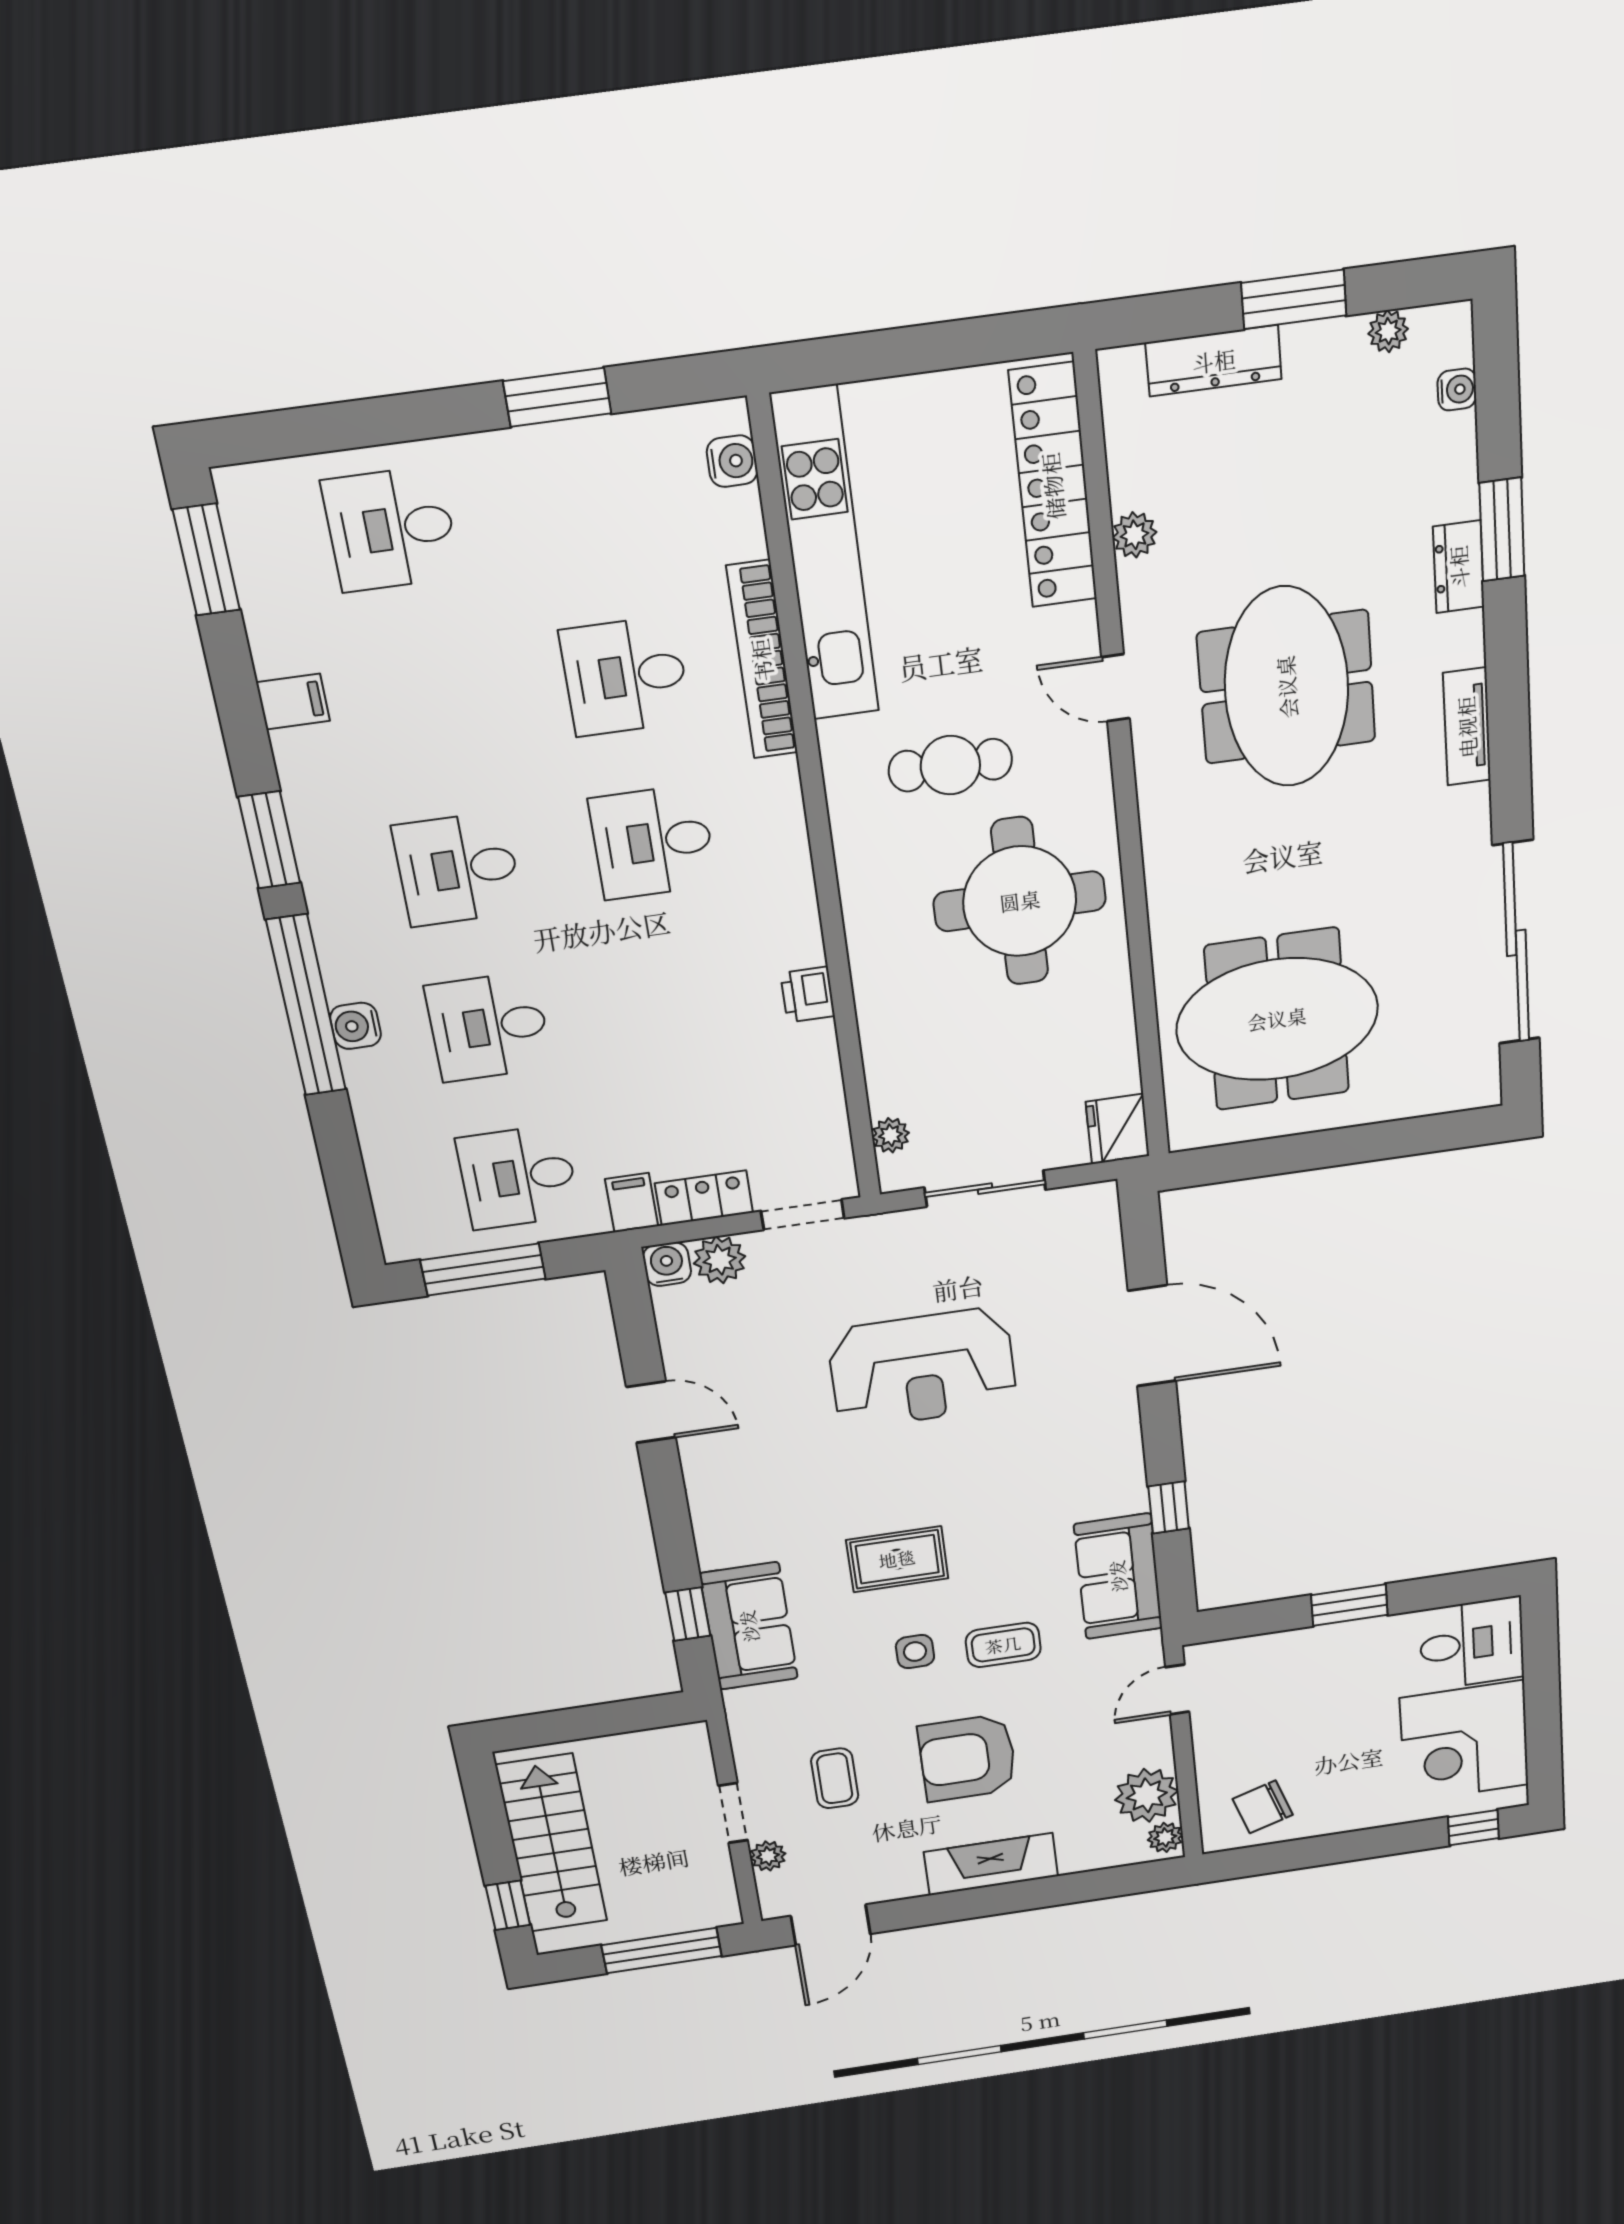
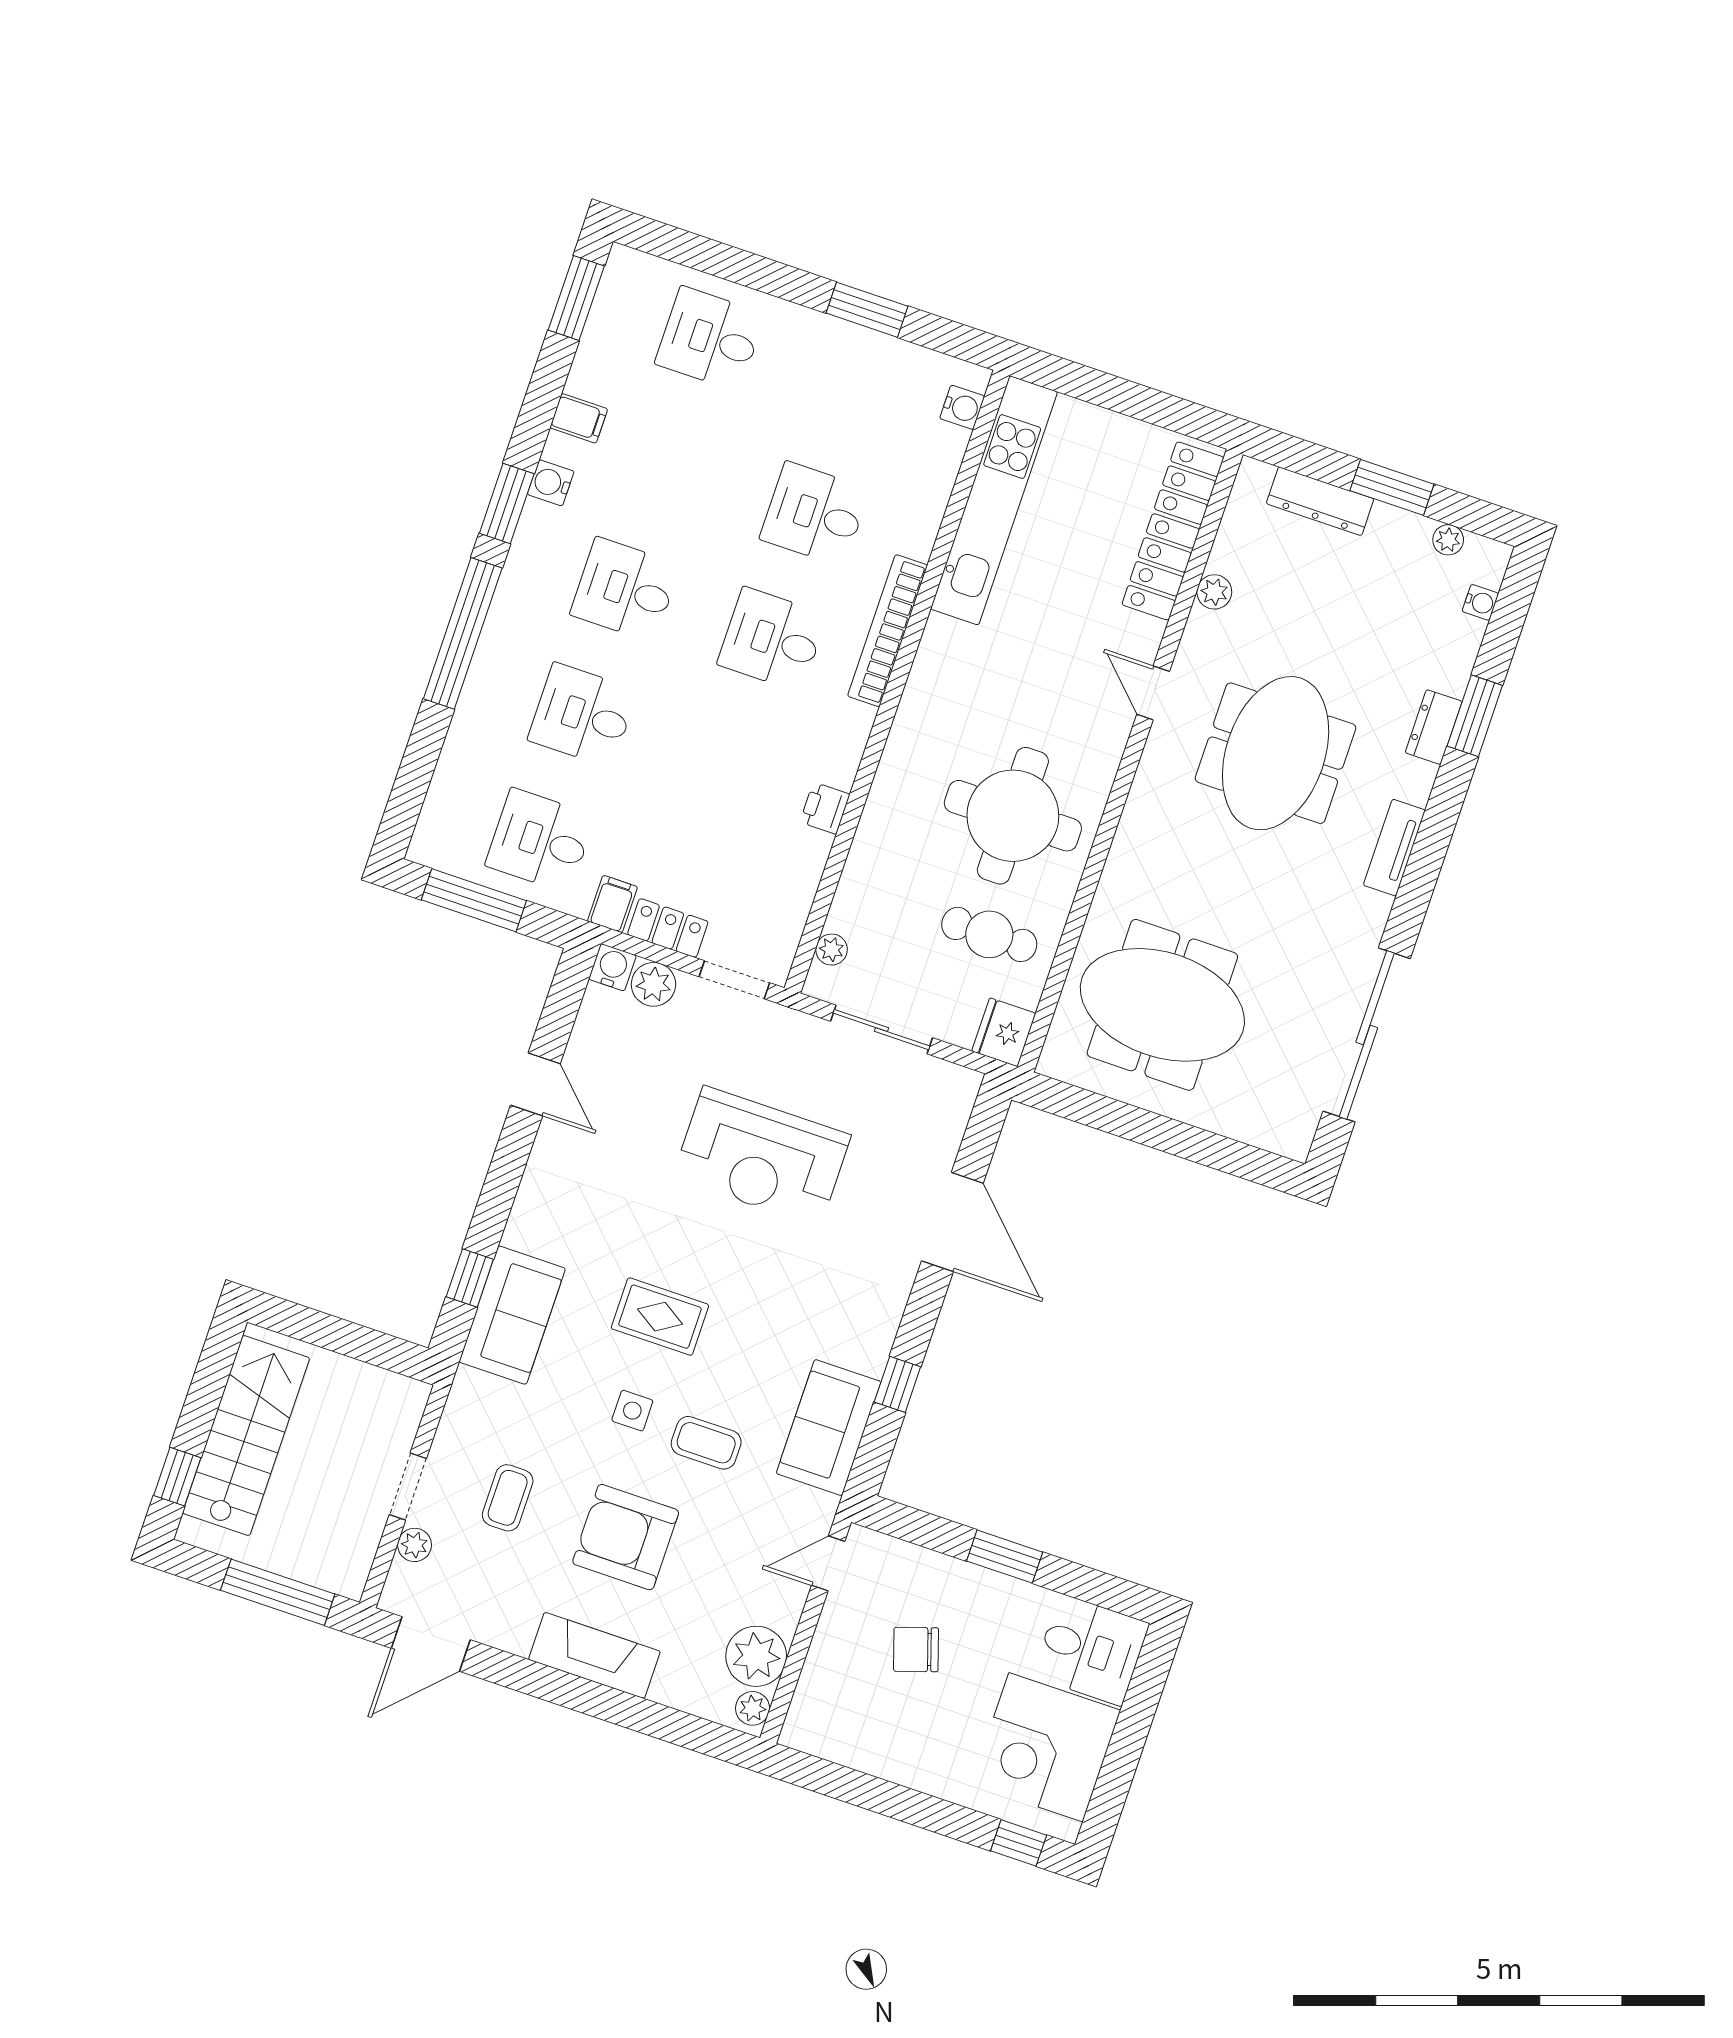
bookcase: (762, 660) -> (888, 631), moved
cafe table: (950, 765) -> (989, 934), moved
water cooler: (356, 1026) -> (551, 483), moved
chair: (1263, 1807) -> (916, 1650), moved

